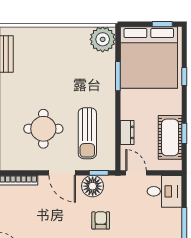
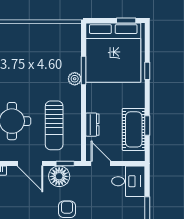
plant: (103, 39) -> (75, 79), moved, width x0.53, depth x0.53

